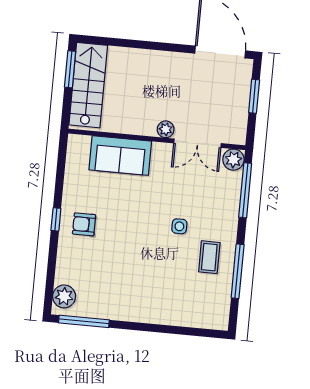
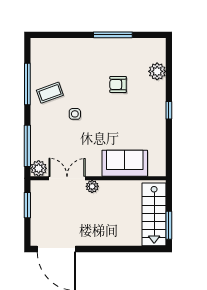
window: (254, 96) -> (27, 205), moved
armchair: (84, 224) -> (118, 84), moved, turned 180
coffee table: (209, 257) -> (50, 93), turned 70
plant: (64, 296) -> (157, 71), moved
window: (84, 321) -> (113, 35), moved

